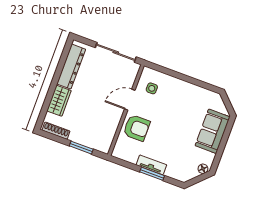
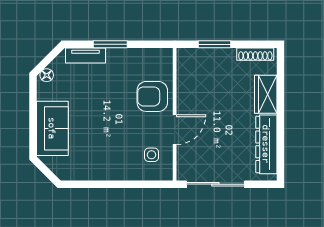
tv unit: (151, 165) -> (86, 56), moved

